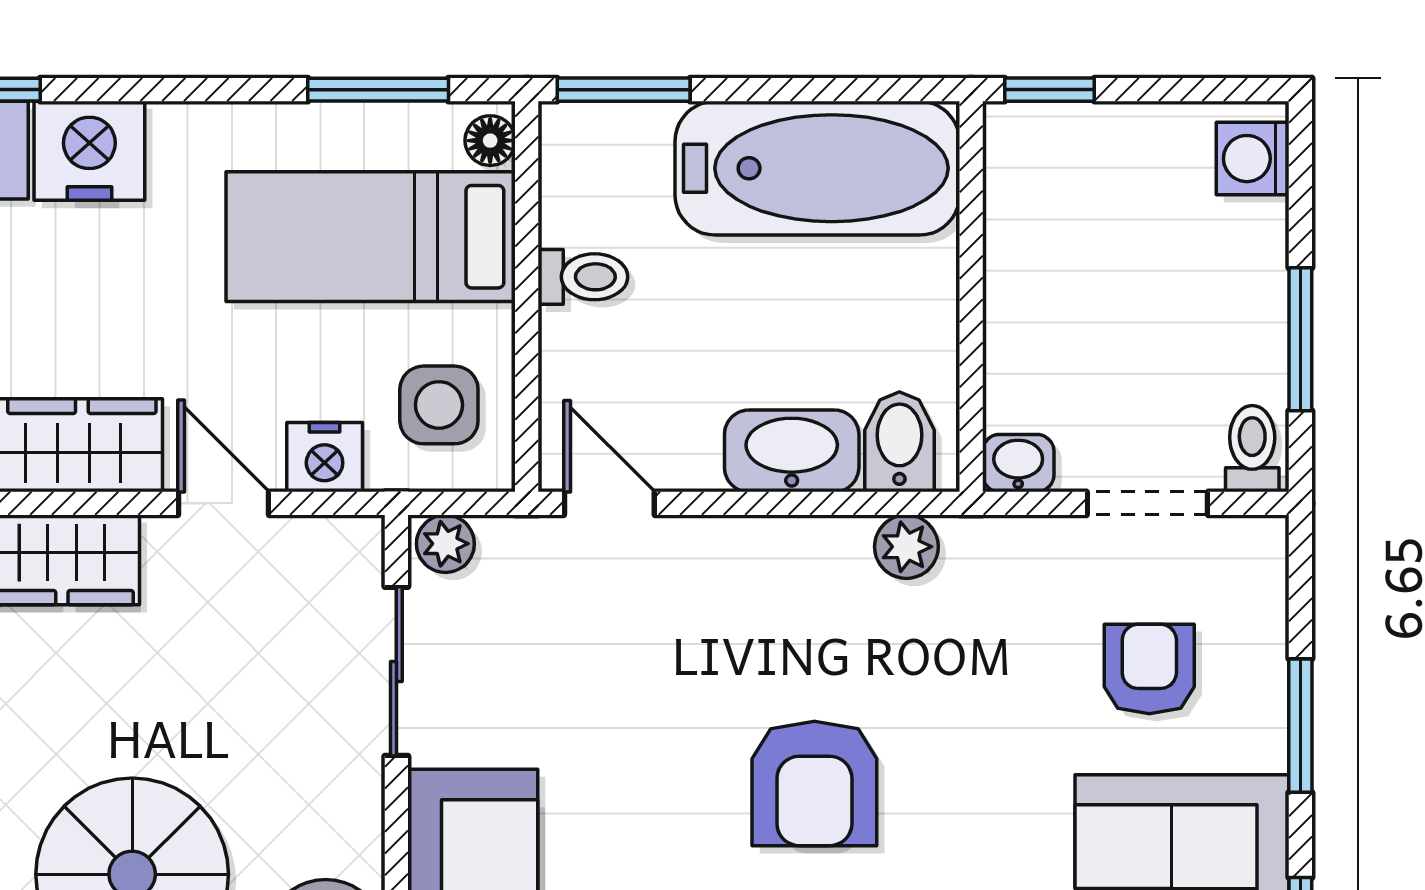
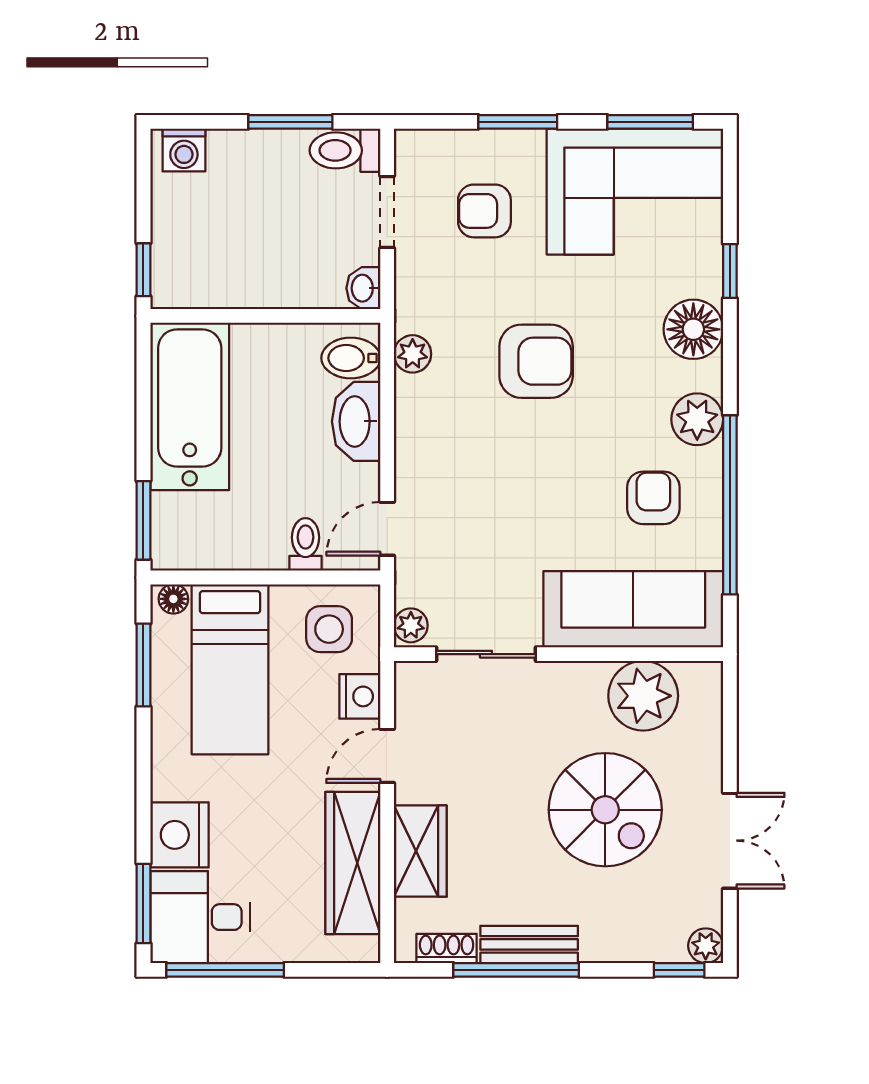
toilet: (583, 277) -> (306, 544), moved
toilet: (1252, 449) -> (345, 150), width x1.37, depth x1.39
armchair: (814, 784) -> (536, 361), moved

